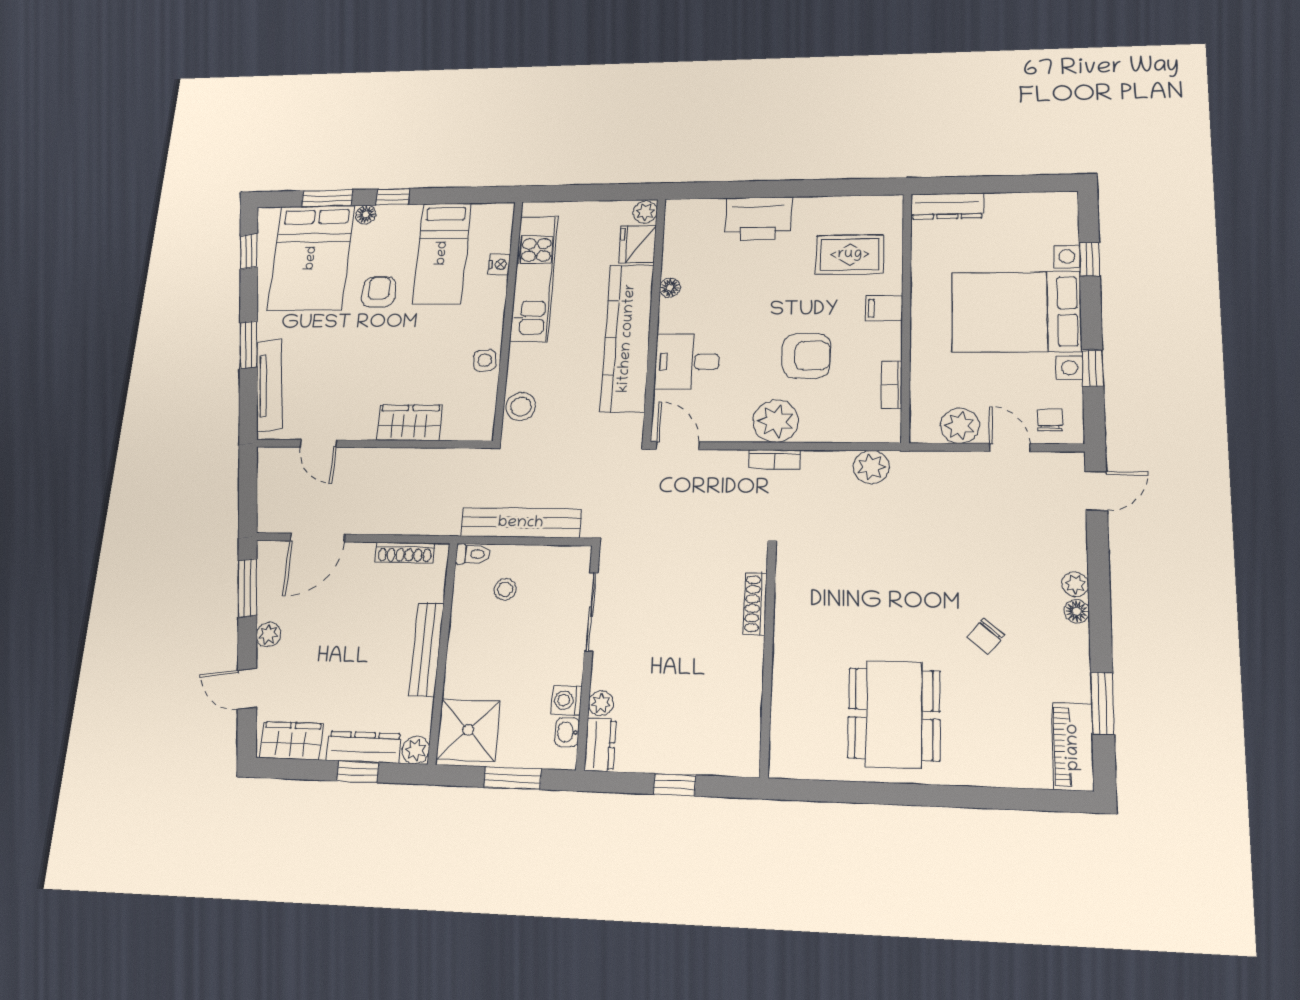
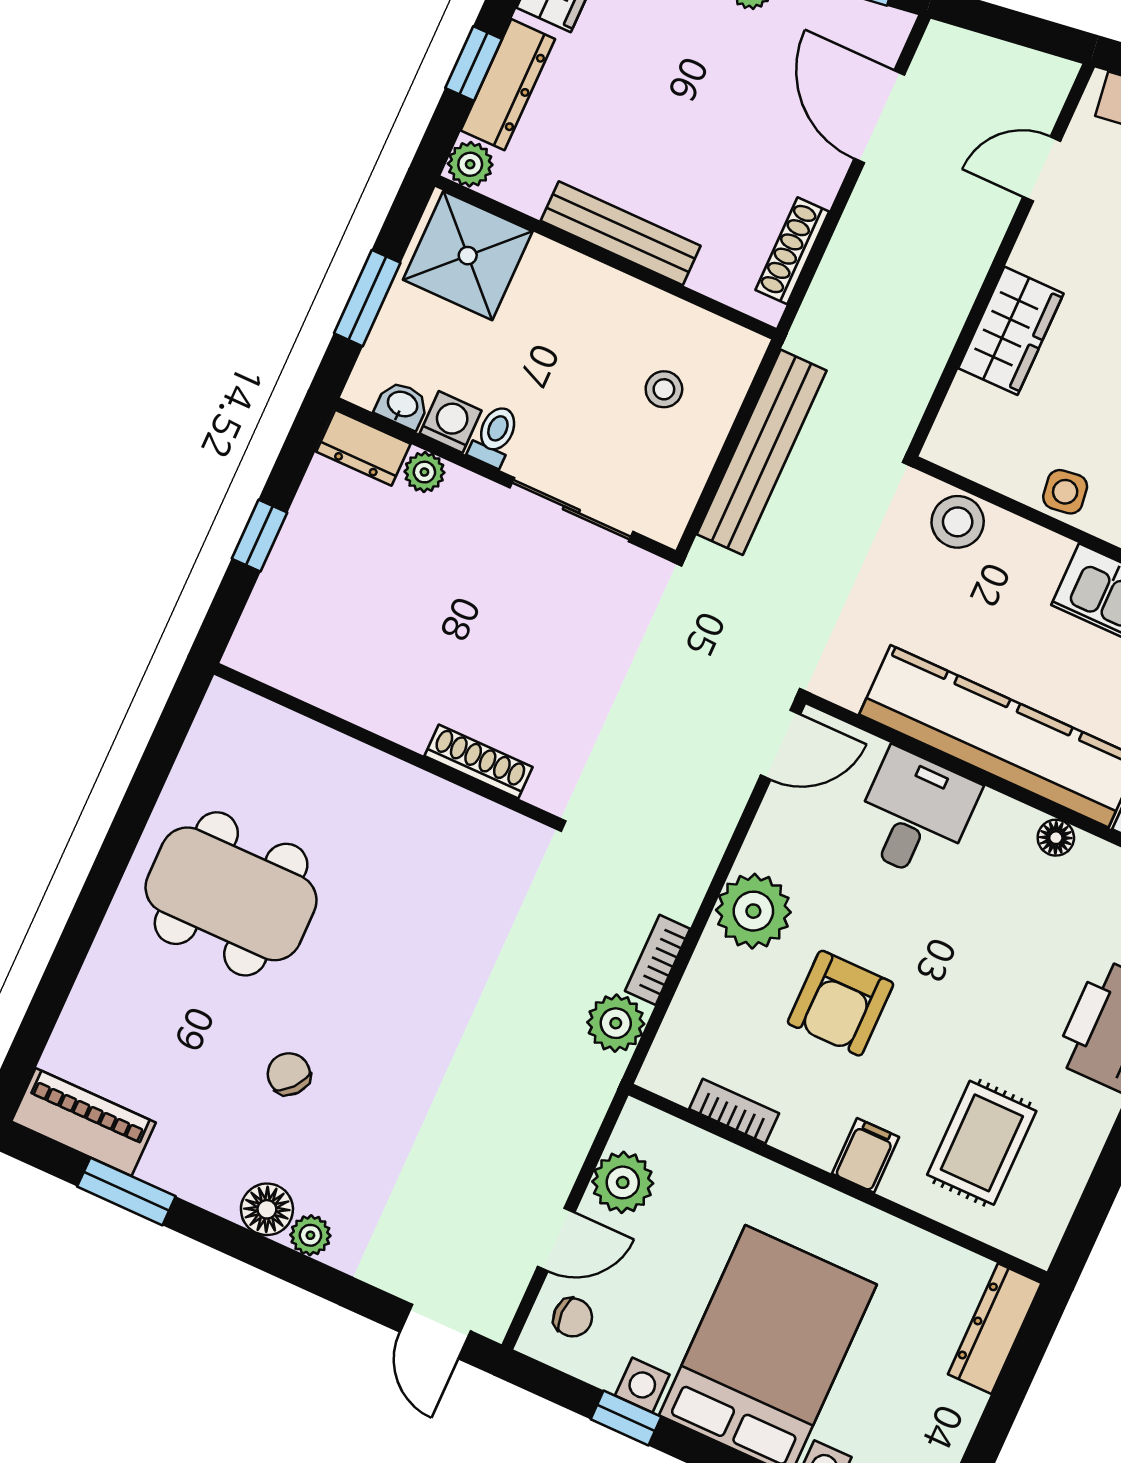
bookcase: (774, 459) -> (658, 960), moved
toilet: (473, 554) -> (495, 436), moved, turned 180
floor lamp: (1077, 611) -> (267, 1209), width x1.37, depth x1.37

